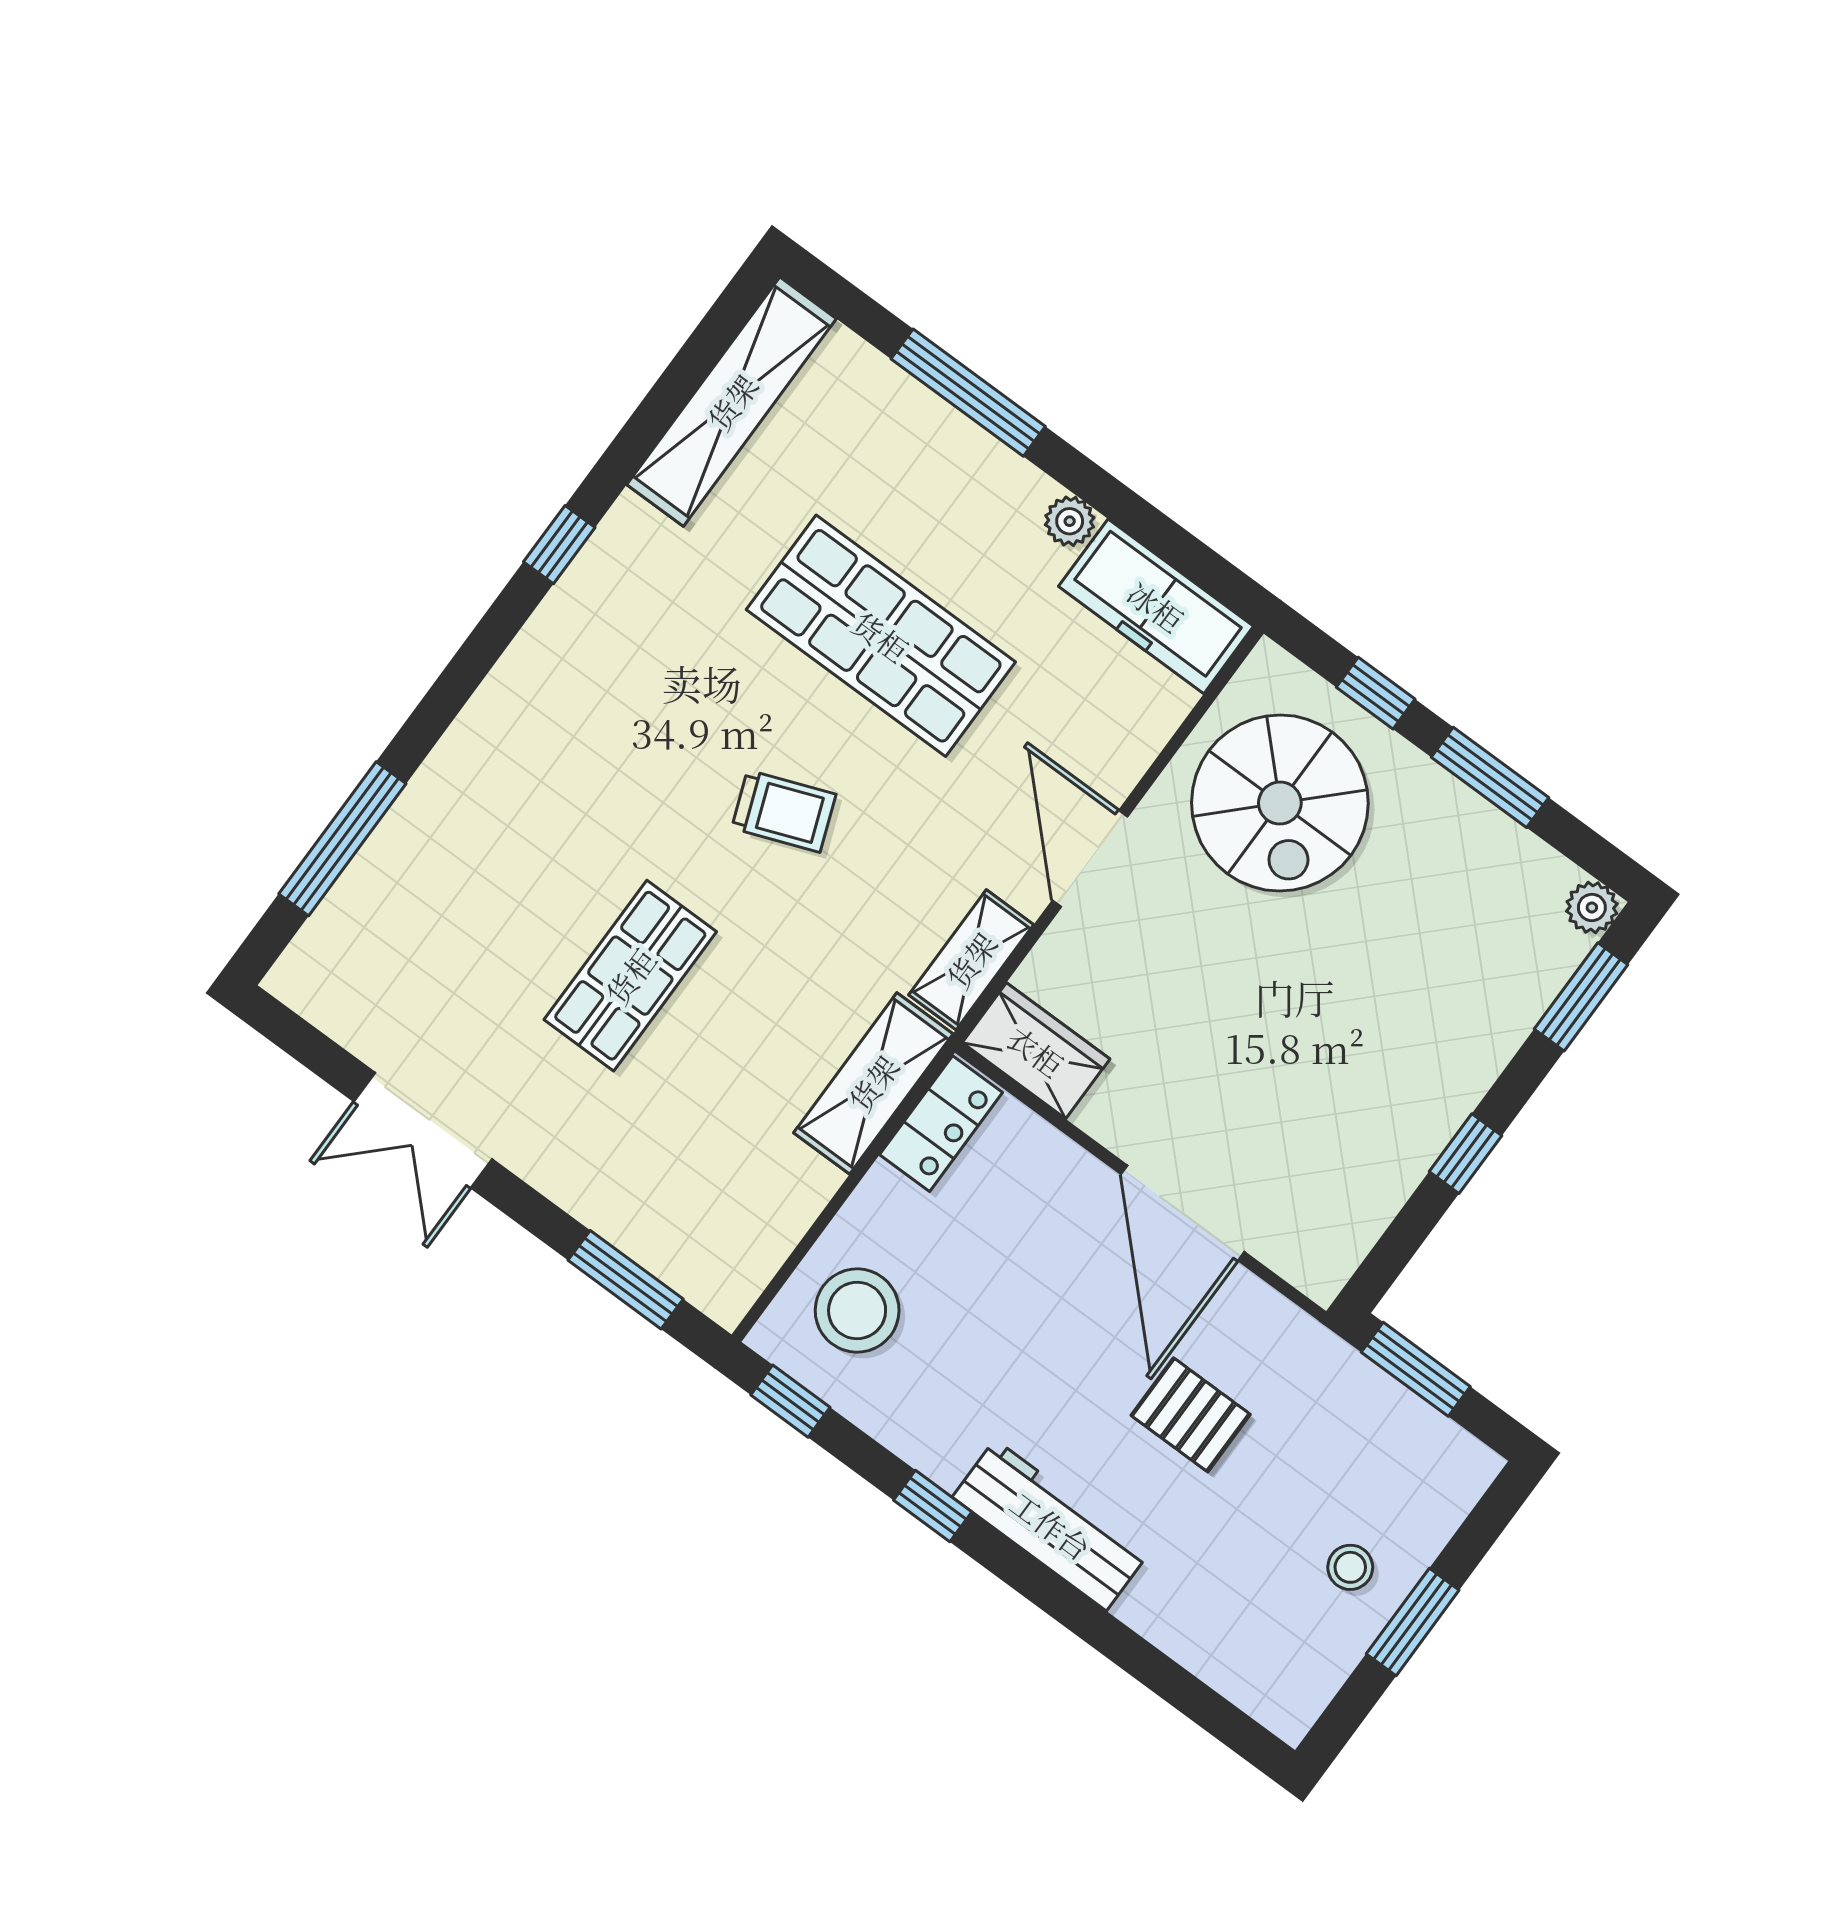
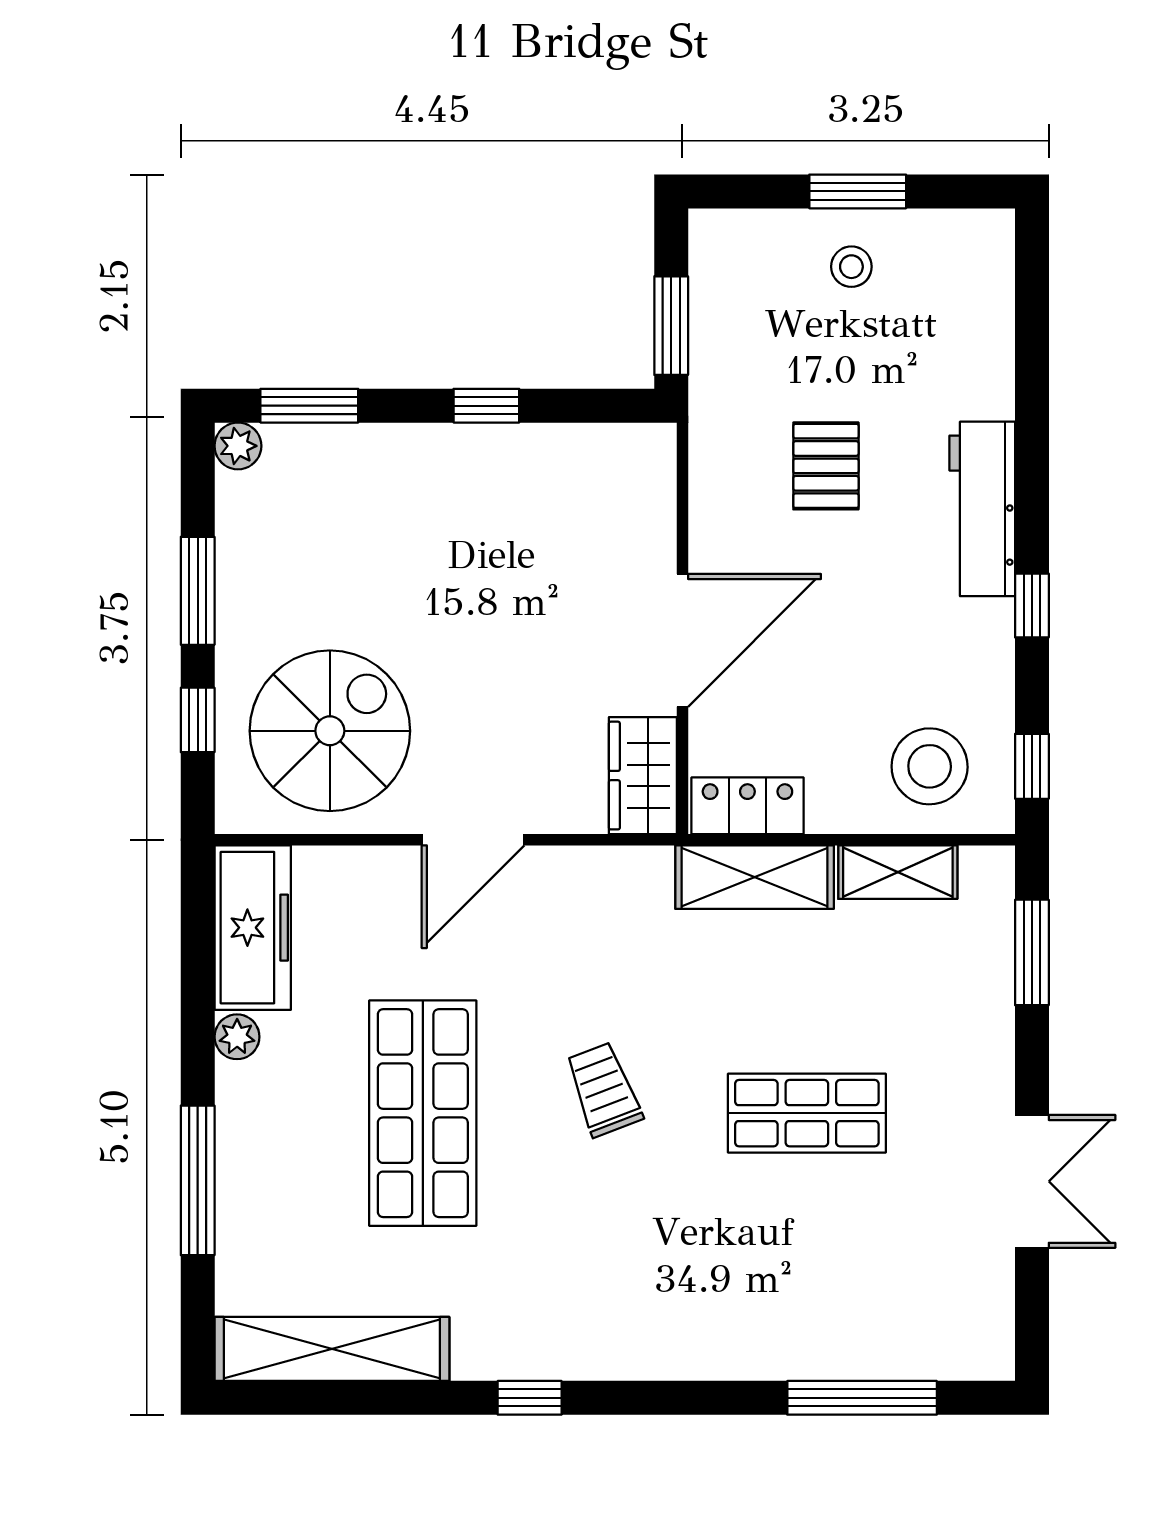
shelving: (971, 960) -> (898, 872), moved
door: (1183, 1213) -> (682, 640), moved

